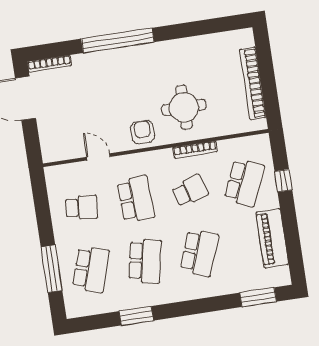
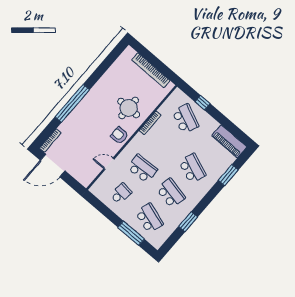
school desk: (190, 191) -> (164, 144), removed
piano: (272, 238) -> (229, 141), moved
window: (258, 297) -> (228, 175), moved

